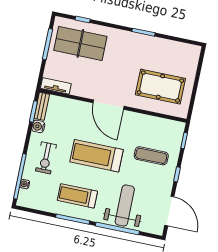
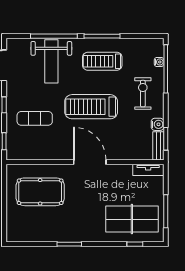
treadmill: (96, 156) -> (91, 107), turned 180
treadmill: (77, 196) -> (102, 61), turned 180

